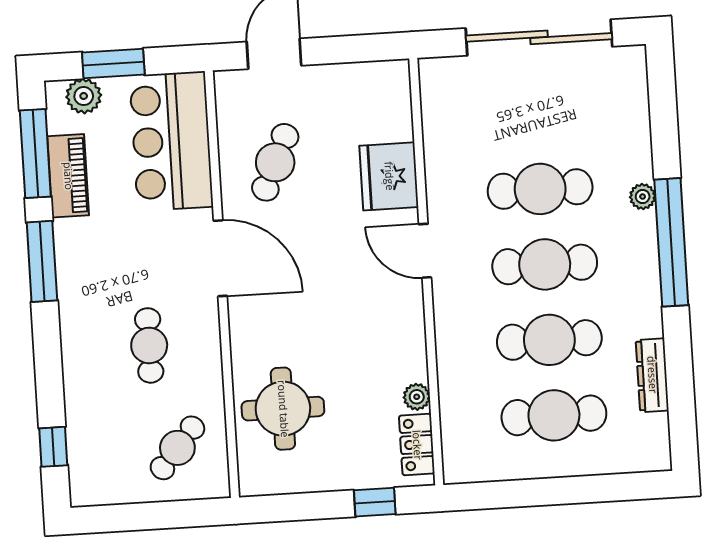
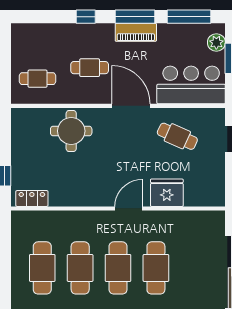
piano: (68, 176) -> (136, 32), moved
door: (220, 258) -> (131, 106), swing flipped
plant: (417, 397) -> (56, 200), removed
round table: (283, 409) -> (71, 131), moved
window: (53, 447) -> (86, 17), moved
cafe table: (177, 448) -> (38, 79), turned -40

